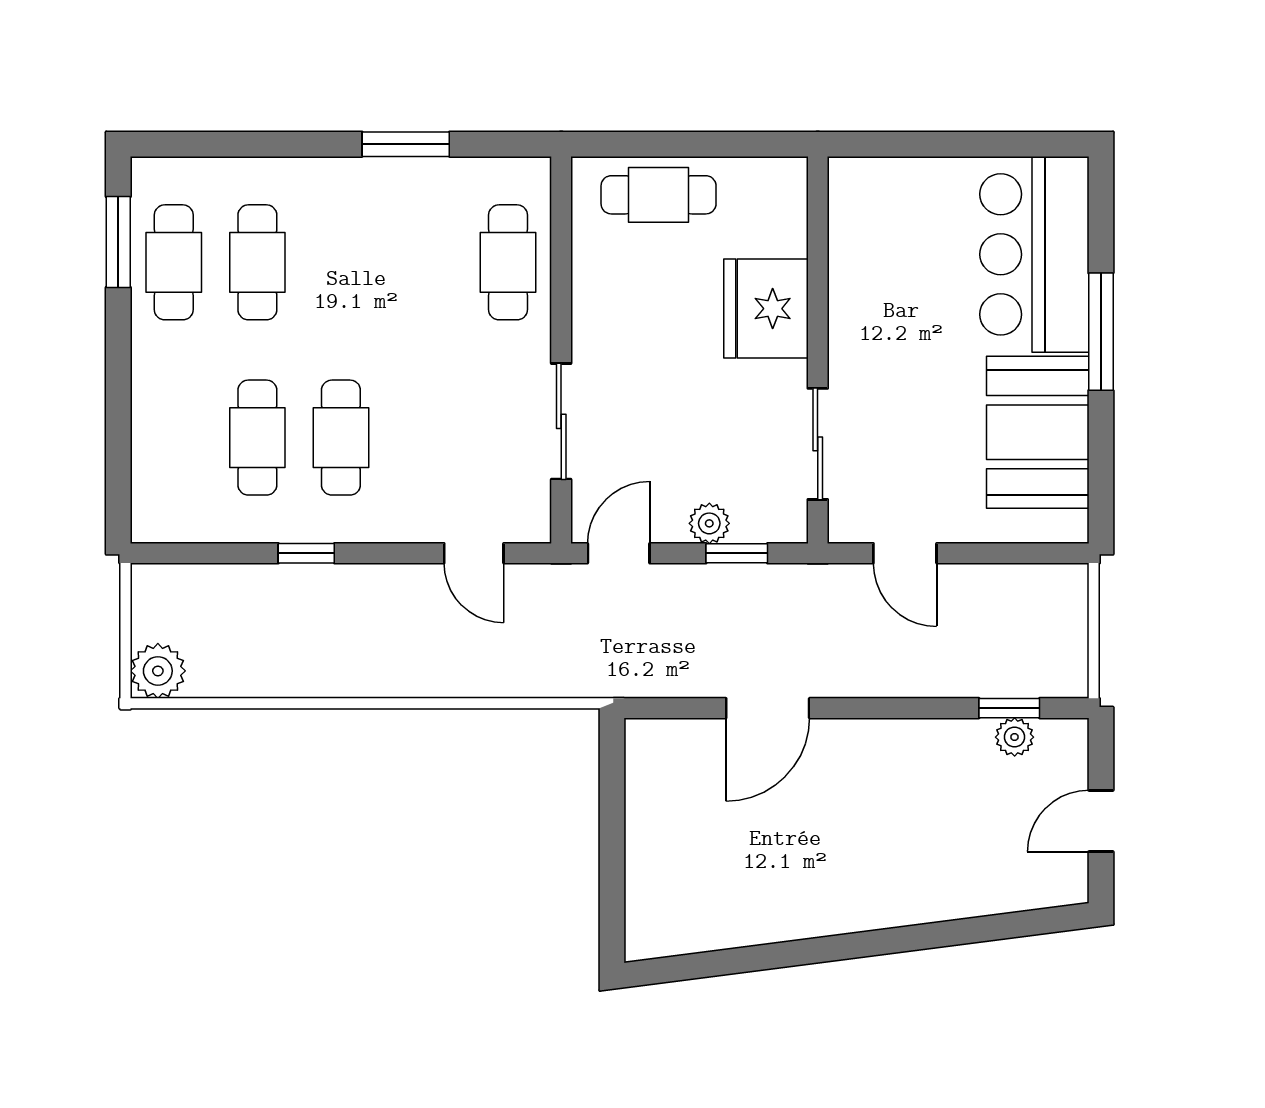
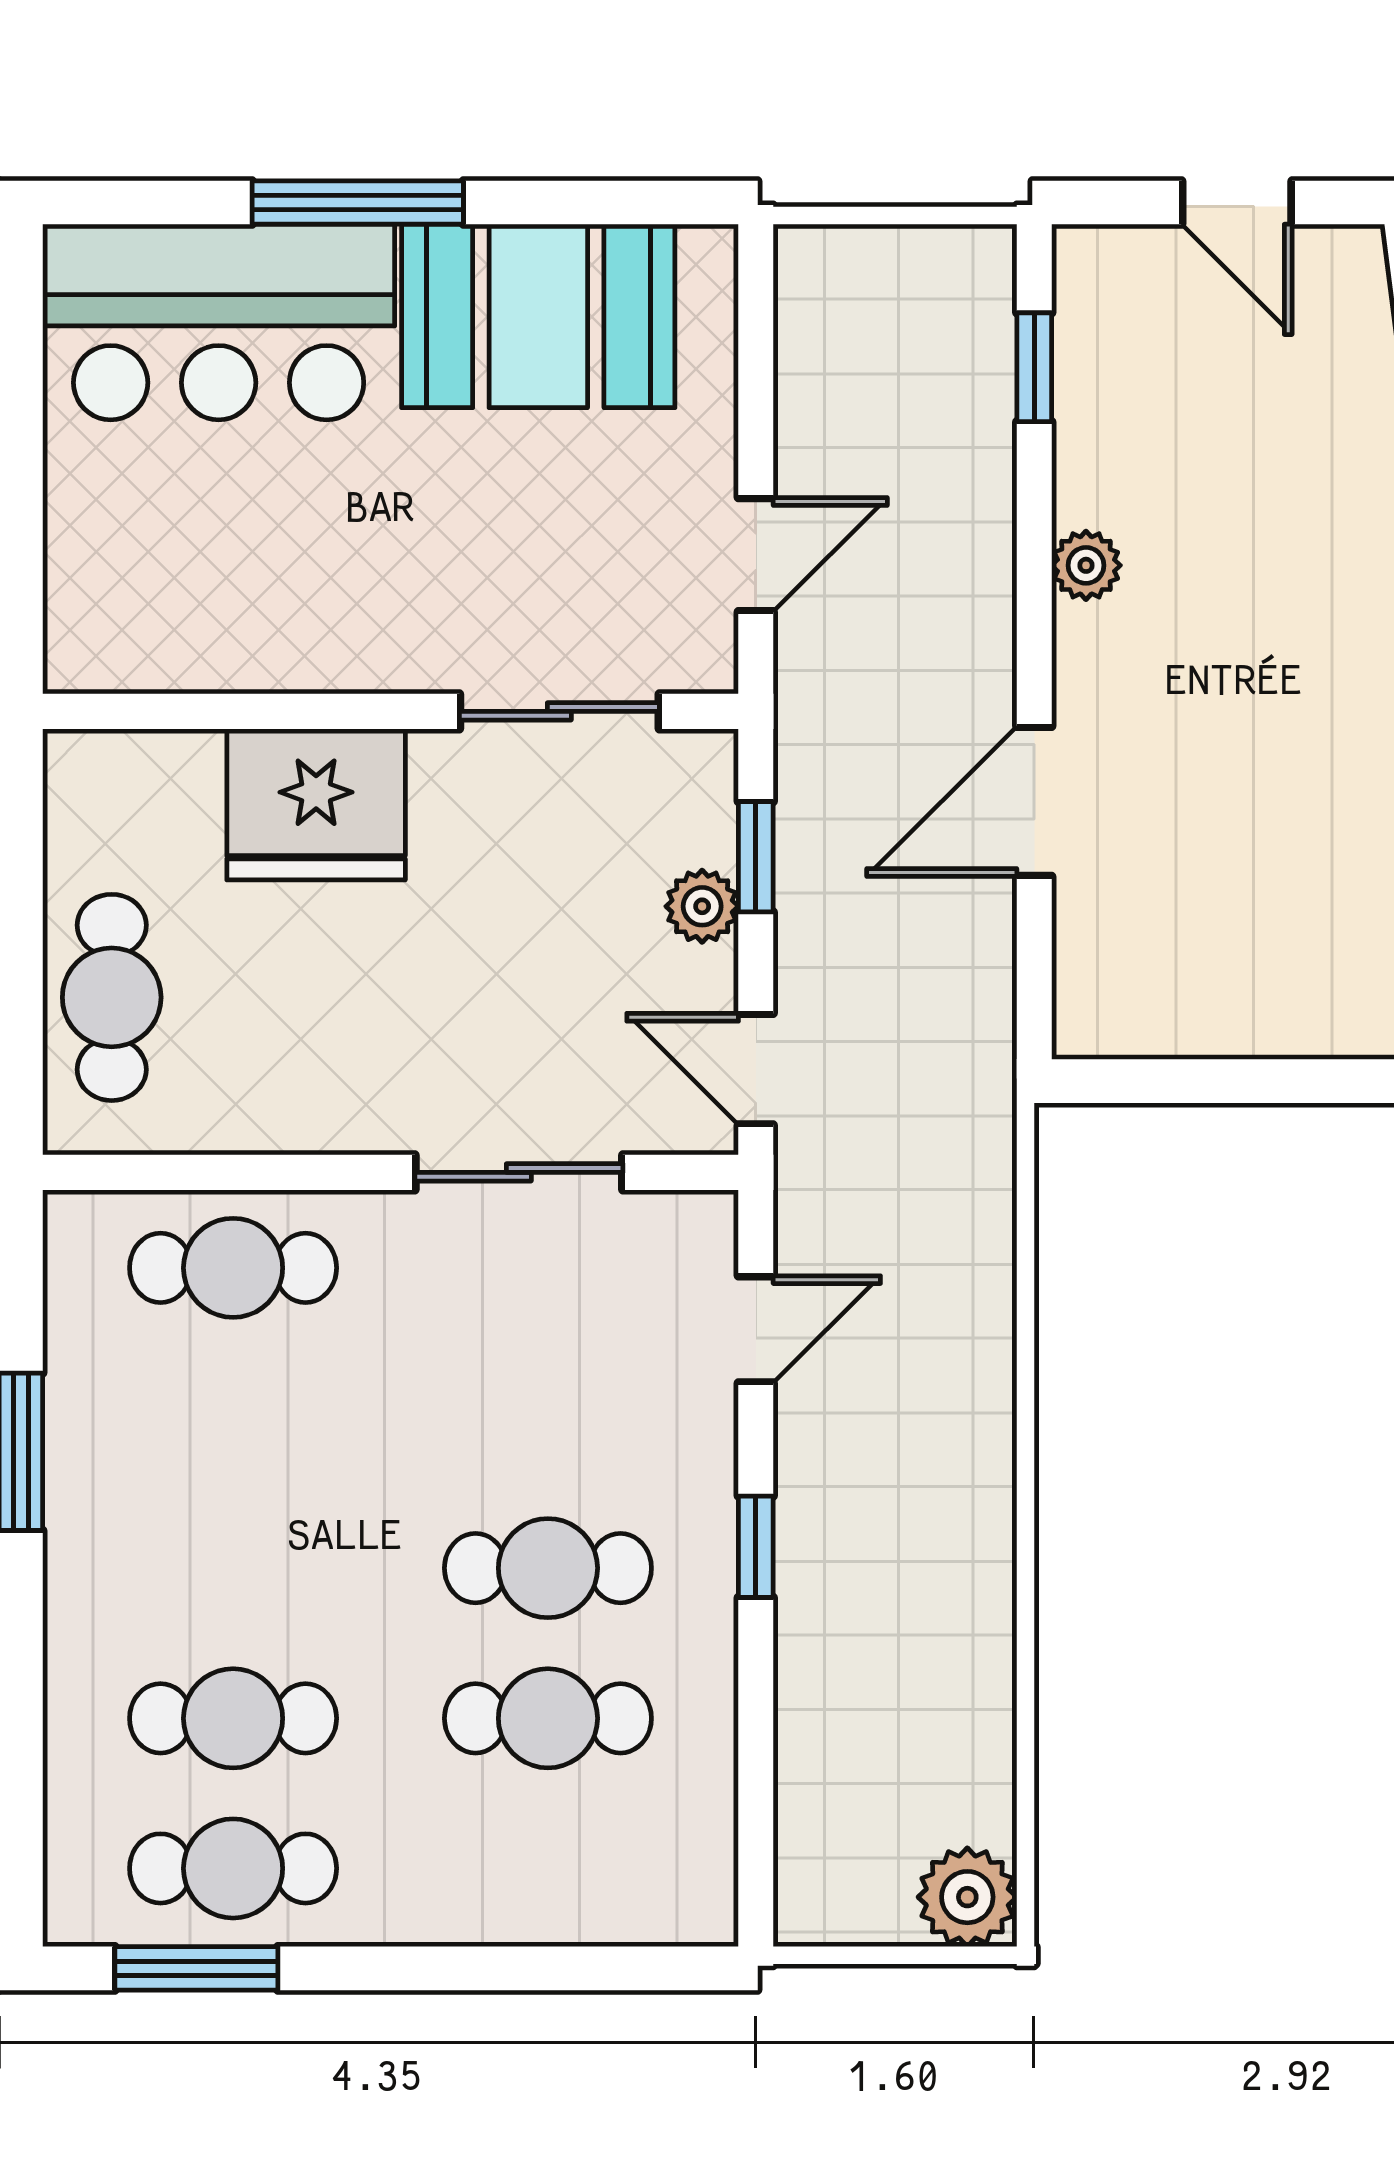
window: (306, 553) -> (756, 1547), moved
door: (768, 708) -> (1034, 801), swing flipped
plant: (1015, 737) -> (1086, 565), moved

